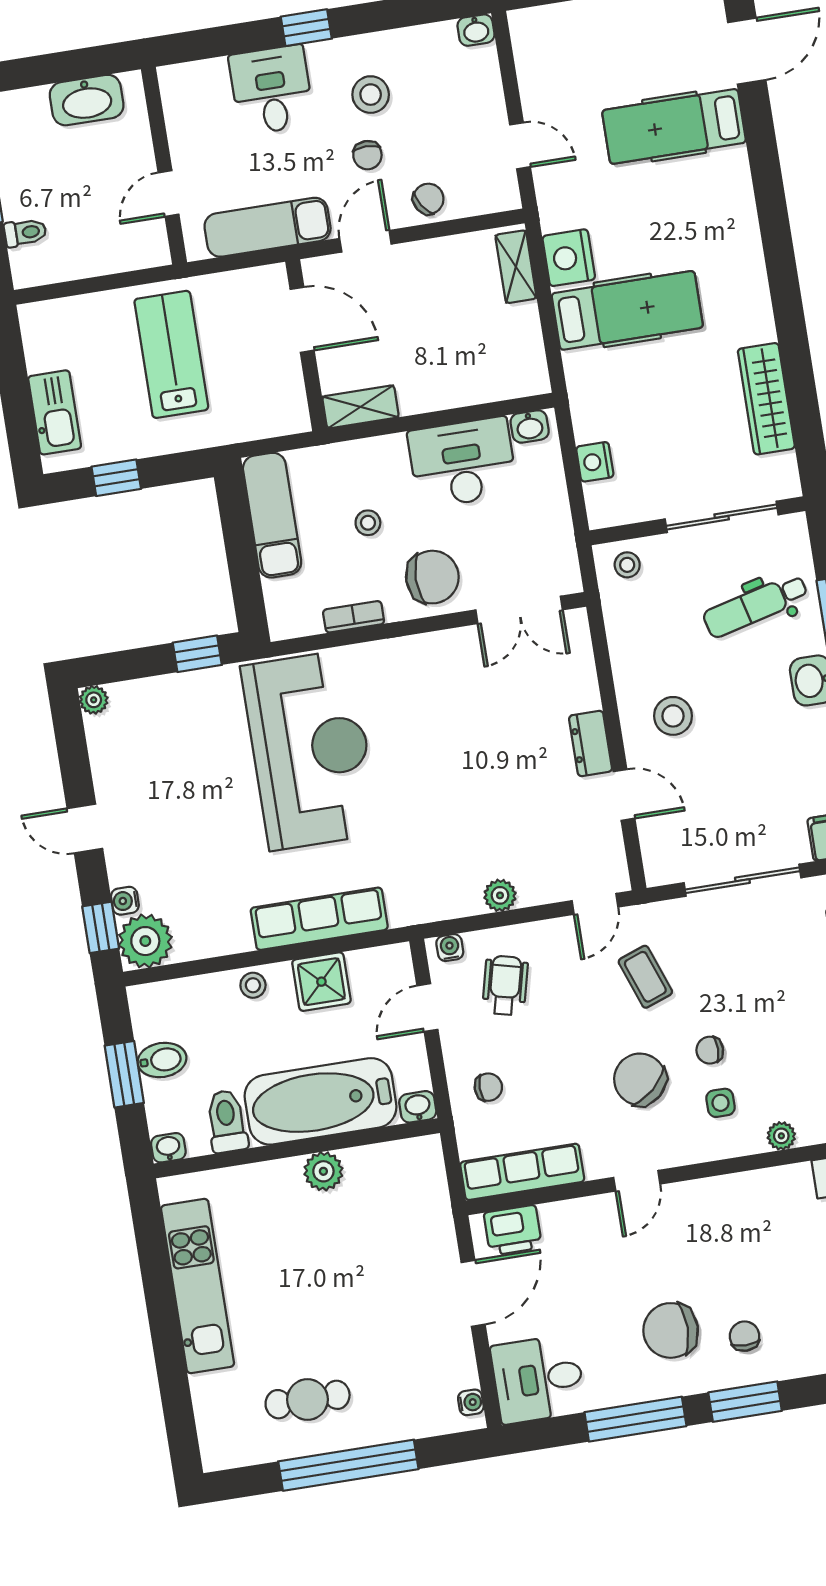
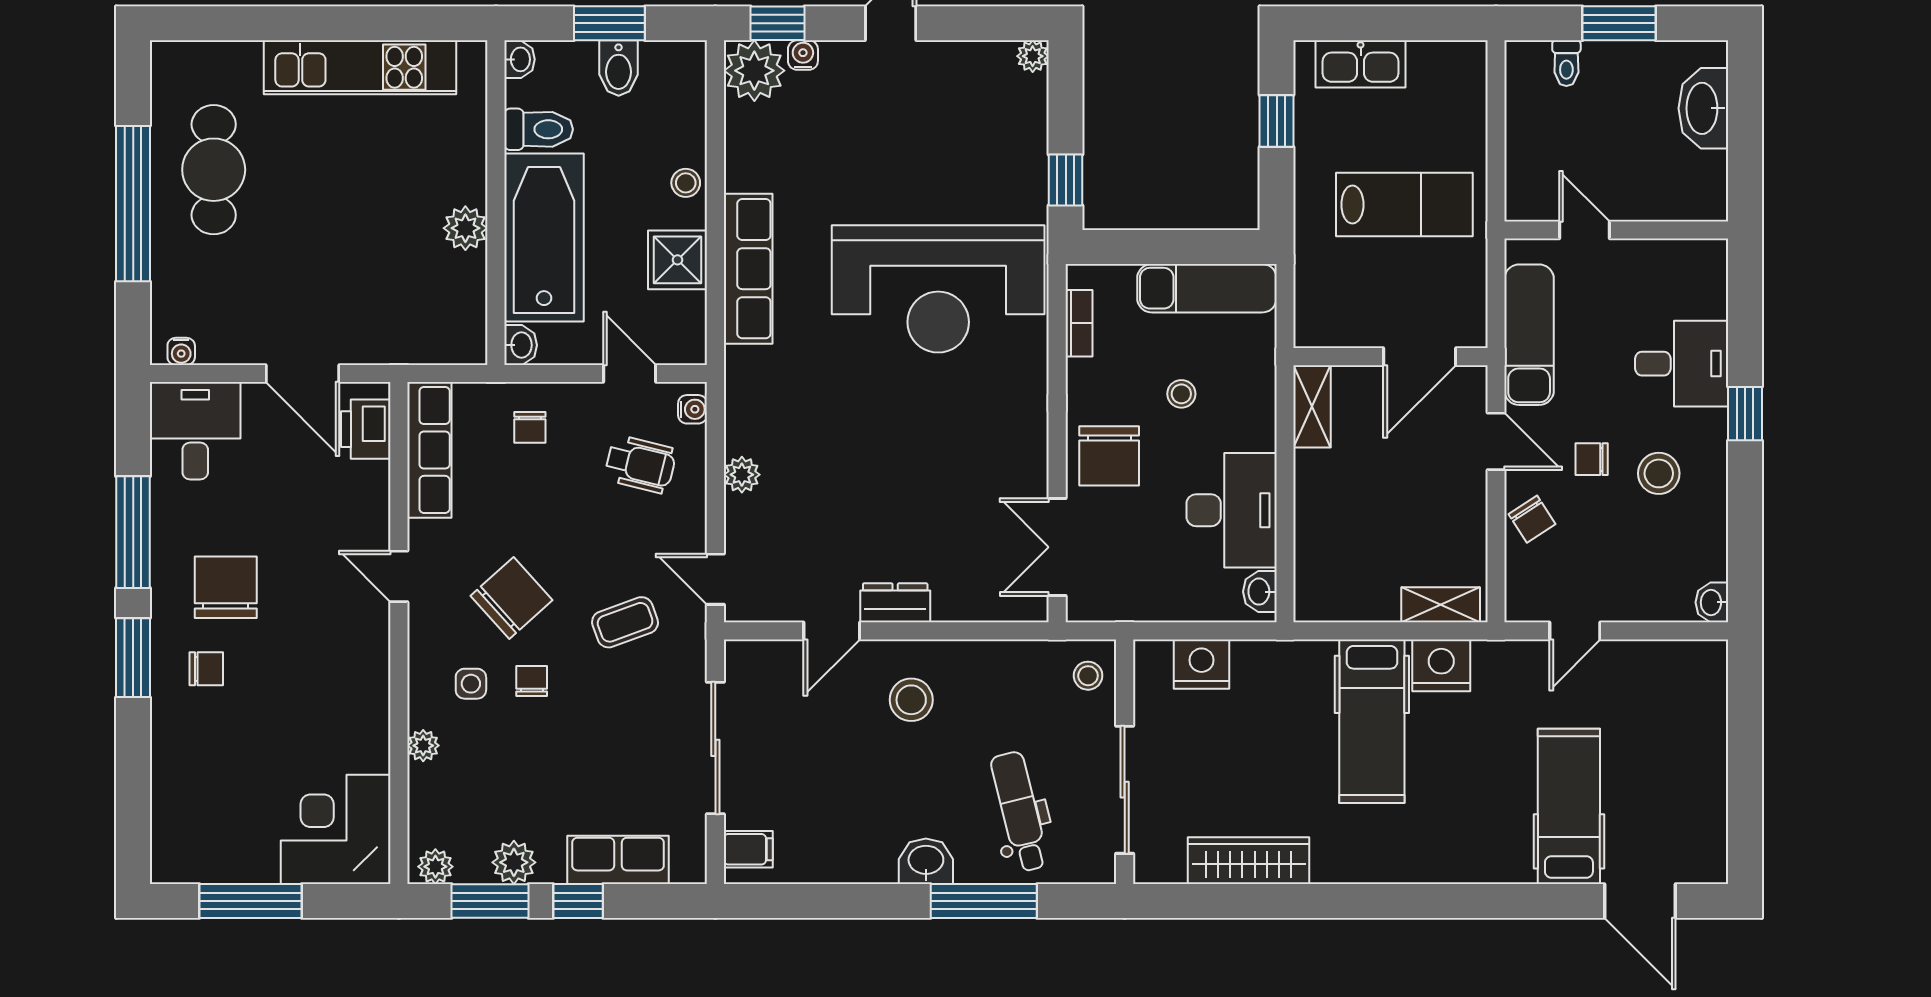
washbasin: (87, 100) -> (1703, 108), moved
nightstand: (595, 462) -> (1201, 664), width x1.36, depth x1.33
bookcase: (354, 617) -> (1079, 323), moved
cafe table: (308, 1399) -> (214, 170), width x1.37, depth x1.35

